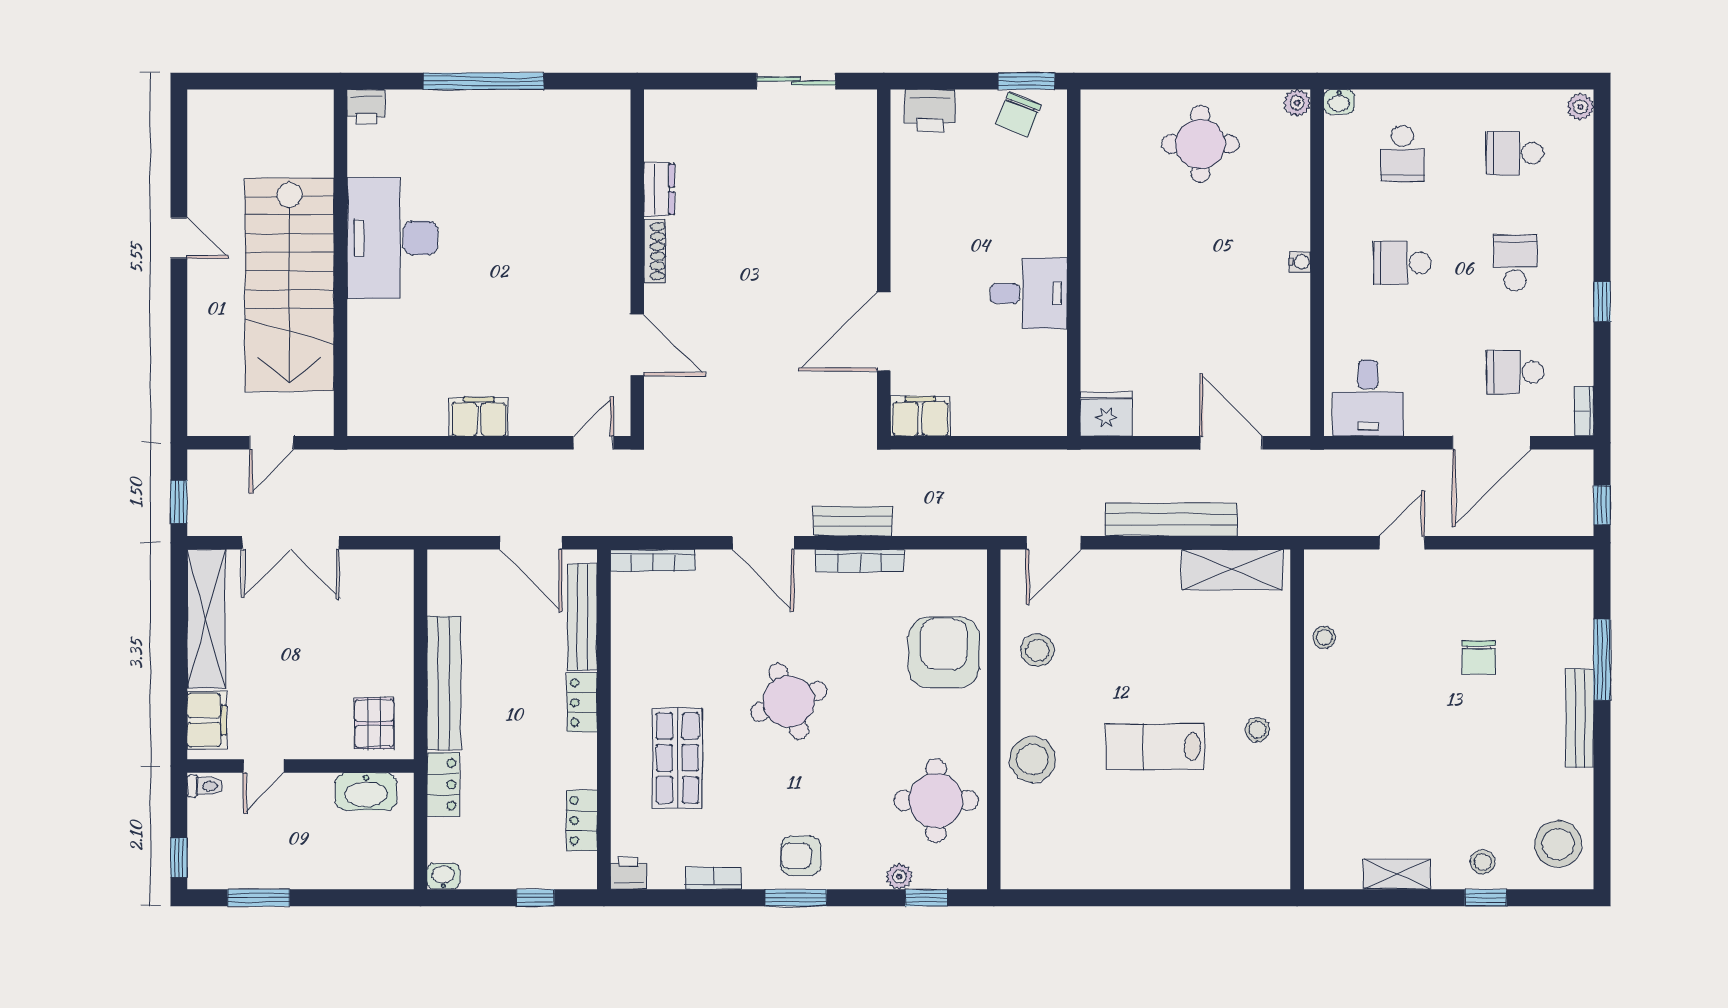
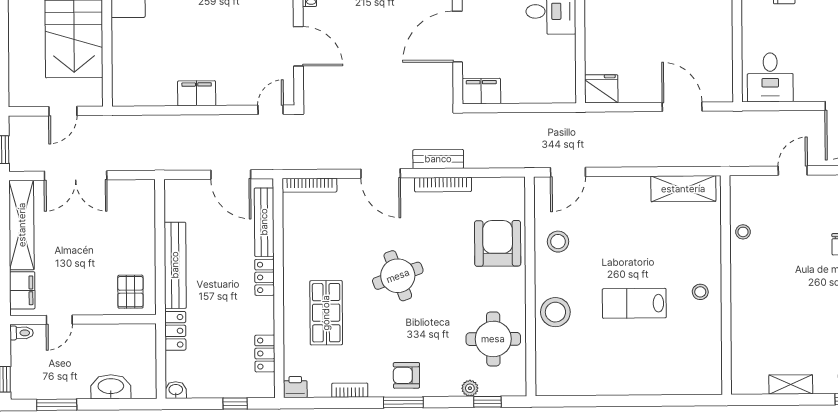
bench: (1171, 520) -> (644, 157), removed
washbasin: (366, 792) -> (111, 387), moved, turned 180

